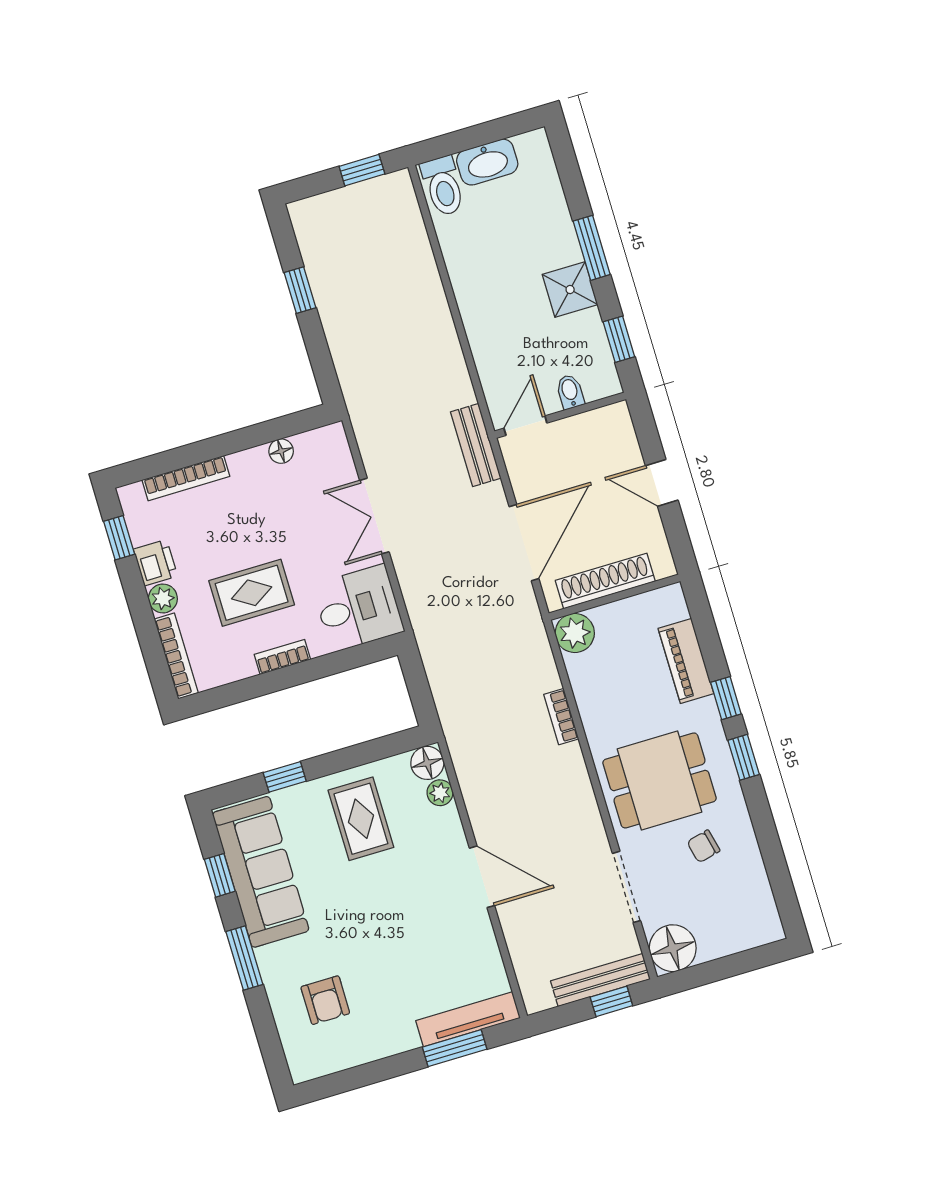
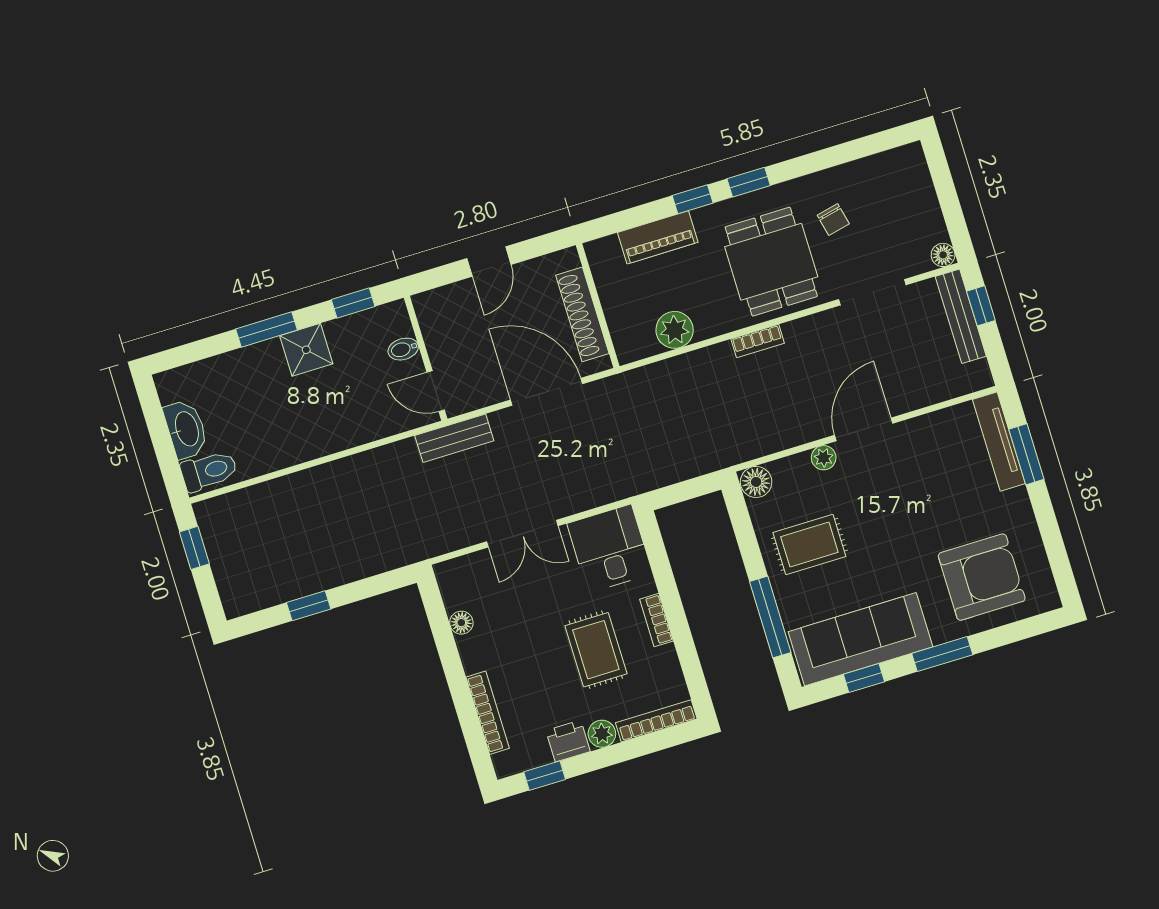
plant: (575, 633) -> (675, 330), moved
bookcase: (561, 717) -> (758, 341), moved
window: (285, 777) -> (770, 617), width x2.17
plant: (440, 793) -> (824, 458), moved
floor lamp: (673, 948) -> (943, 255), width x0.53, depth x0.53
armchair: (325, 1000) -> (982, 577), width x1.88, depth x1.88

